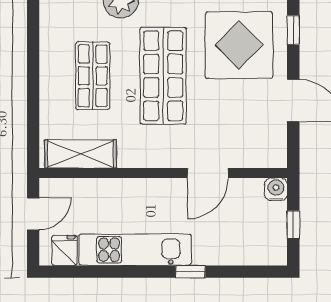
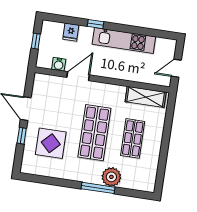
window: (293, 30) -> (22, 136), moved
display table: (239, 45) -> (51, 143), width x0.73, depth x0.73
water cooler: (276, 189) -> (59, 64), moved
fridge: (64, 250) -> (71, 32), moved

